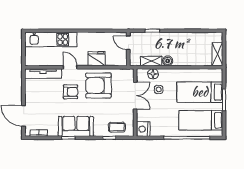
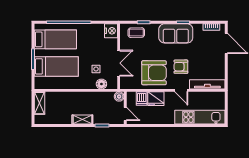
dishwasher: (111, 59) -> (142, 98), added
shelving: (151, 61) -> (82, 120), moved
boiler: (168, 61) -> (119, 97), moved
double door: (135, 96) -> (119, 63), swing flipped

